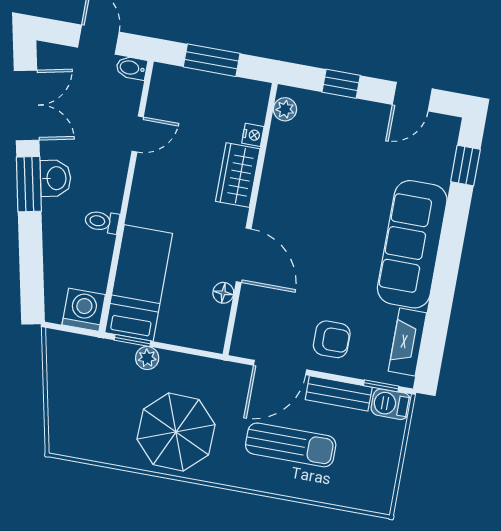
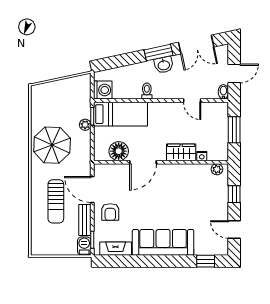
floor lamp: (223, 293) -> (119, 151), width x1.89, depth x1.89

